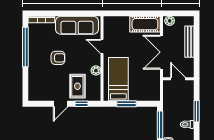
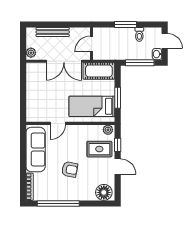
cot: (145, 24) -> (99, 71), moved, turned 90
armchair: (58, 58) -> (70, 169), turned 101
plant: (96, 70) -> (108, 130), moved
floor lamp: (36, 90) -> (104, 192), added

